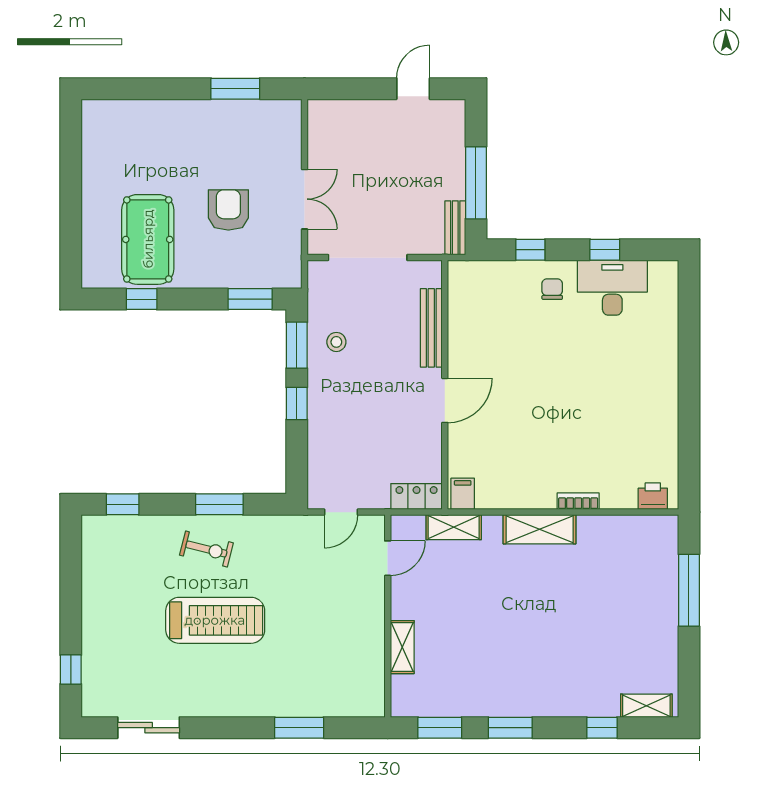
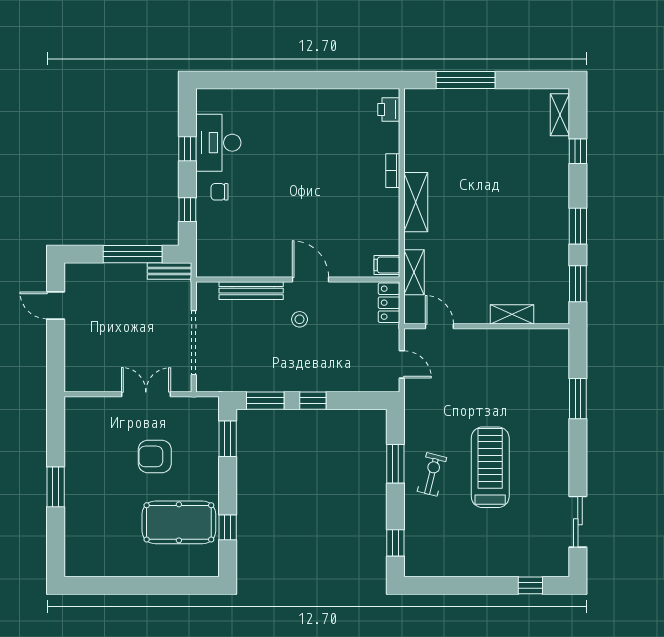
window: (235, 89) -> (56, 487), moved
stool: (336, 342) -> (300, 319), moved

